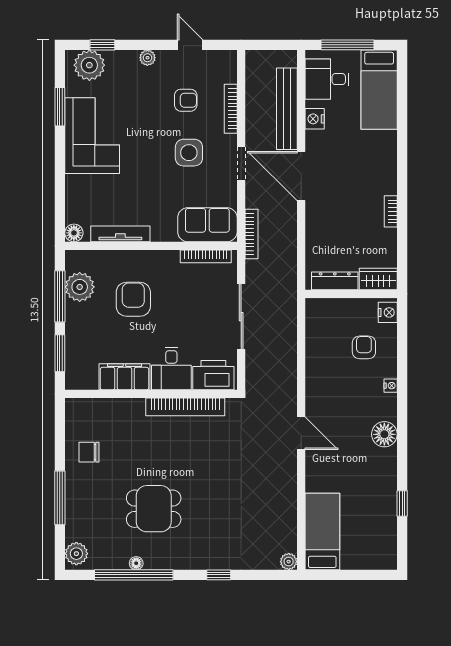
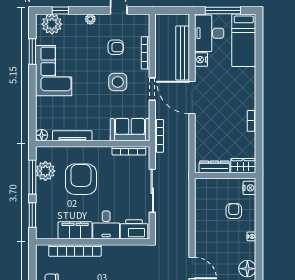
desk: (327, 79) -> (209, 33), width x1.37
armchair: (133, 299) -> (81, 179), width x1.36, depth x1.36
bookcase: (185, 407) -> (75, 250), moved

